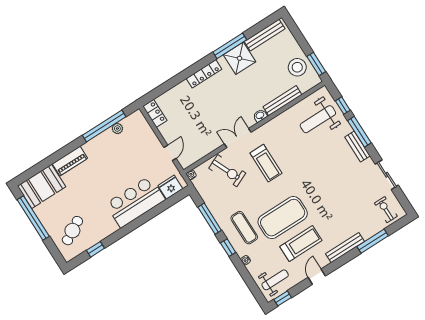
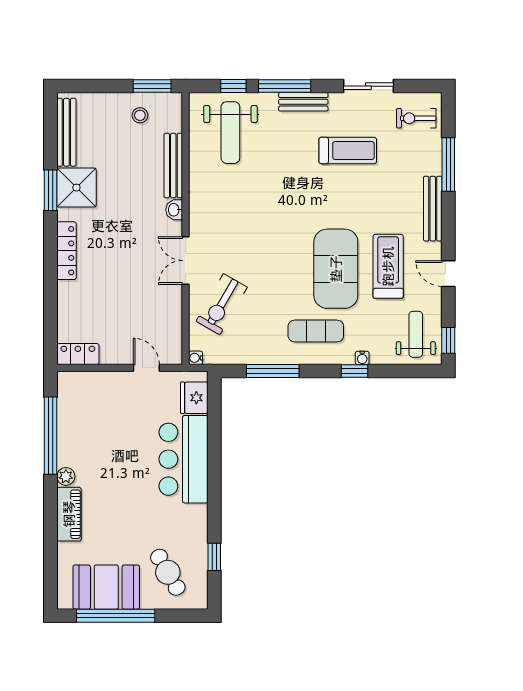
window: (230, 46) -> (50, 190), width x0.69
stool: (297, 67) -> (140, 115), width x0.53, depth x0.53
plant: (117, 128) -> (66, 476), moved
treadmill: (266, 163) -> (348, 150), moved
exercise bike: (227, 171) -> (222, 304), turned 144
booth: (42, 186) -> (106, 587), moved, turned 90
window: (228, 248) -> (354, 371), moved

